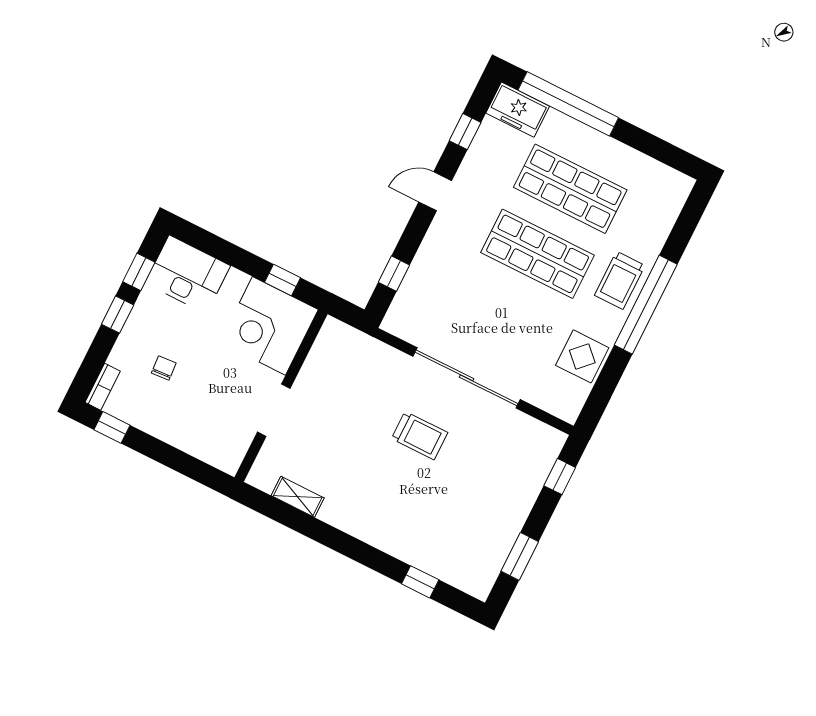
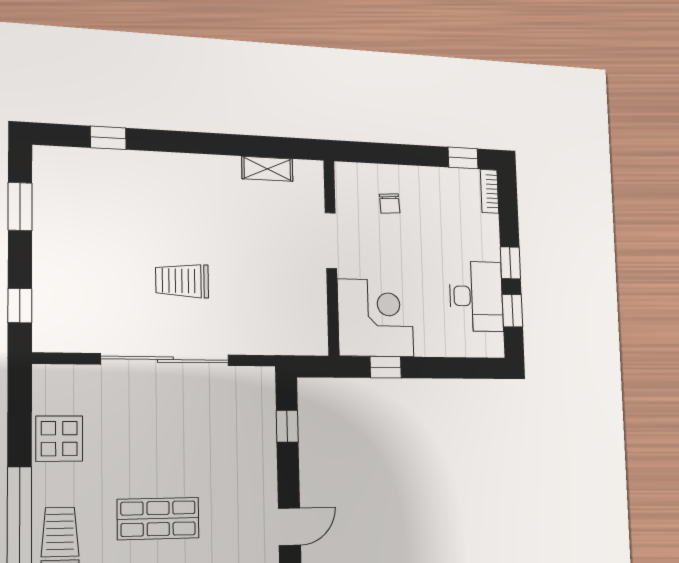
shop shelf: (538, 254) -> (158, 519), width x0.70, depth x0.74
desk: (188, 274) -> (476, 296), moved, turned -90
chair: (164, 368) -> (390, 204), moved

